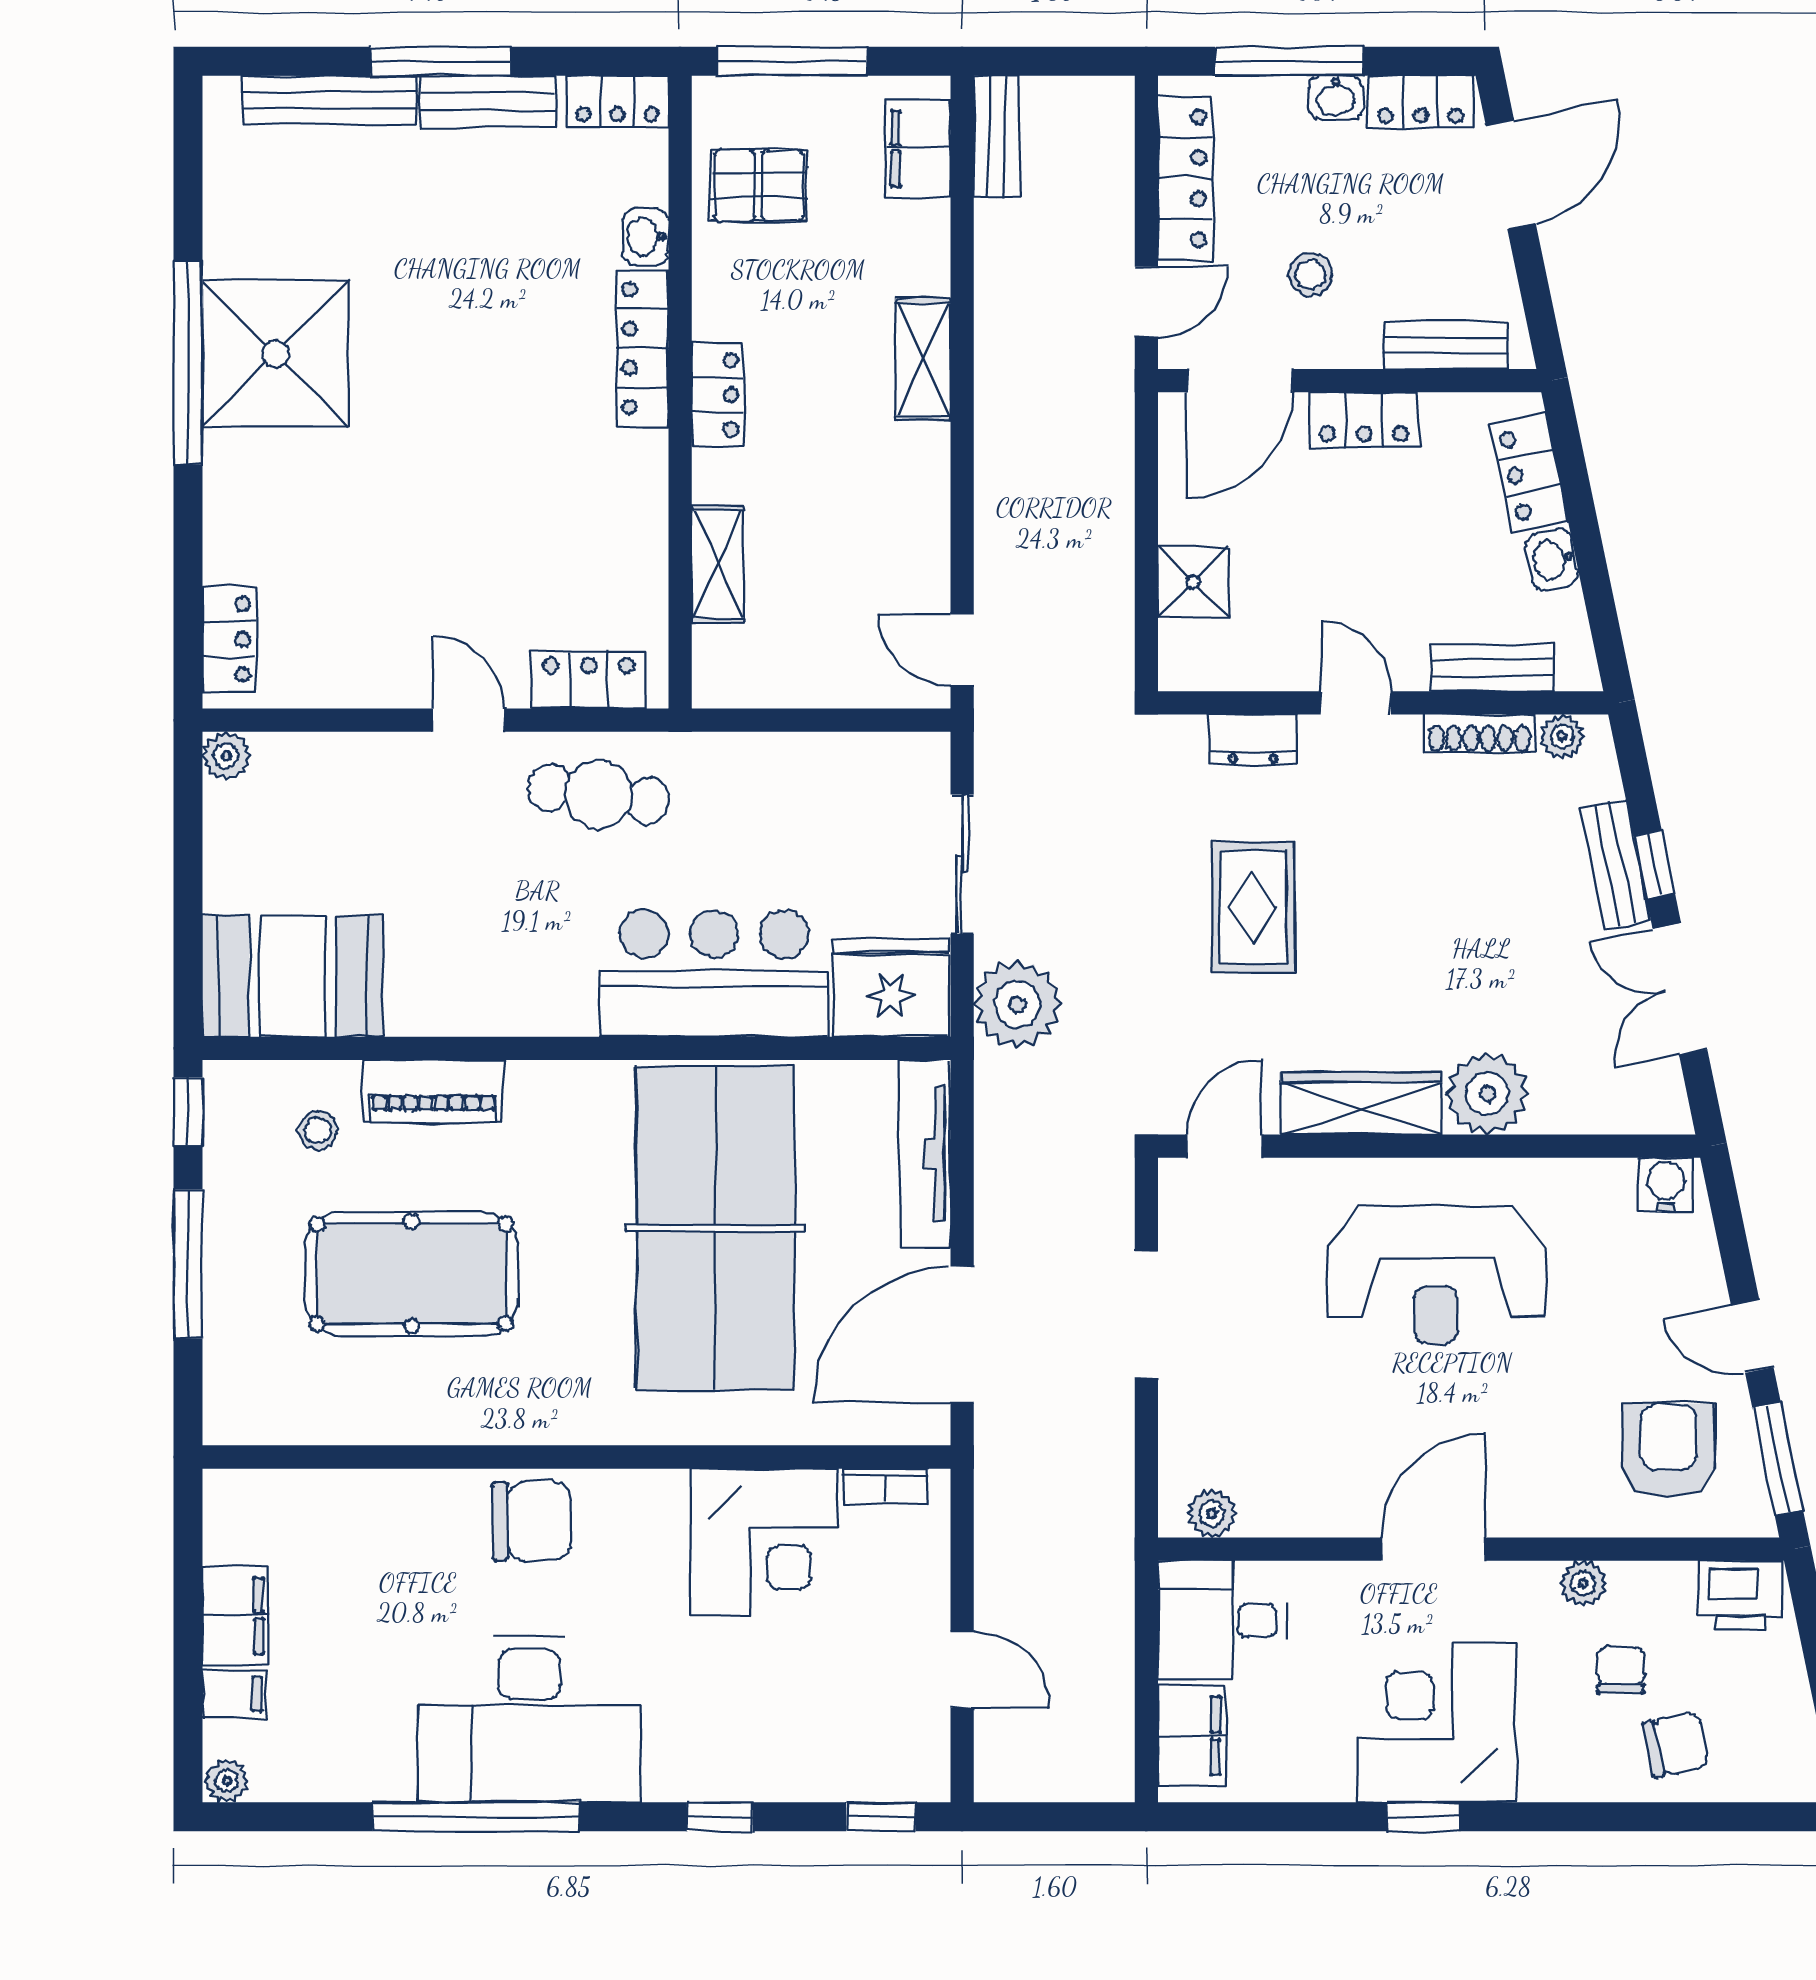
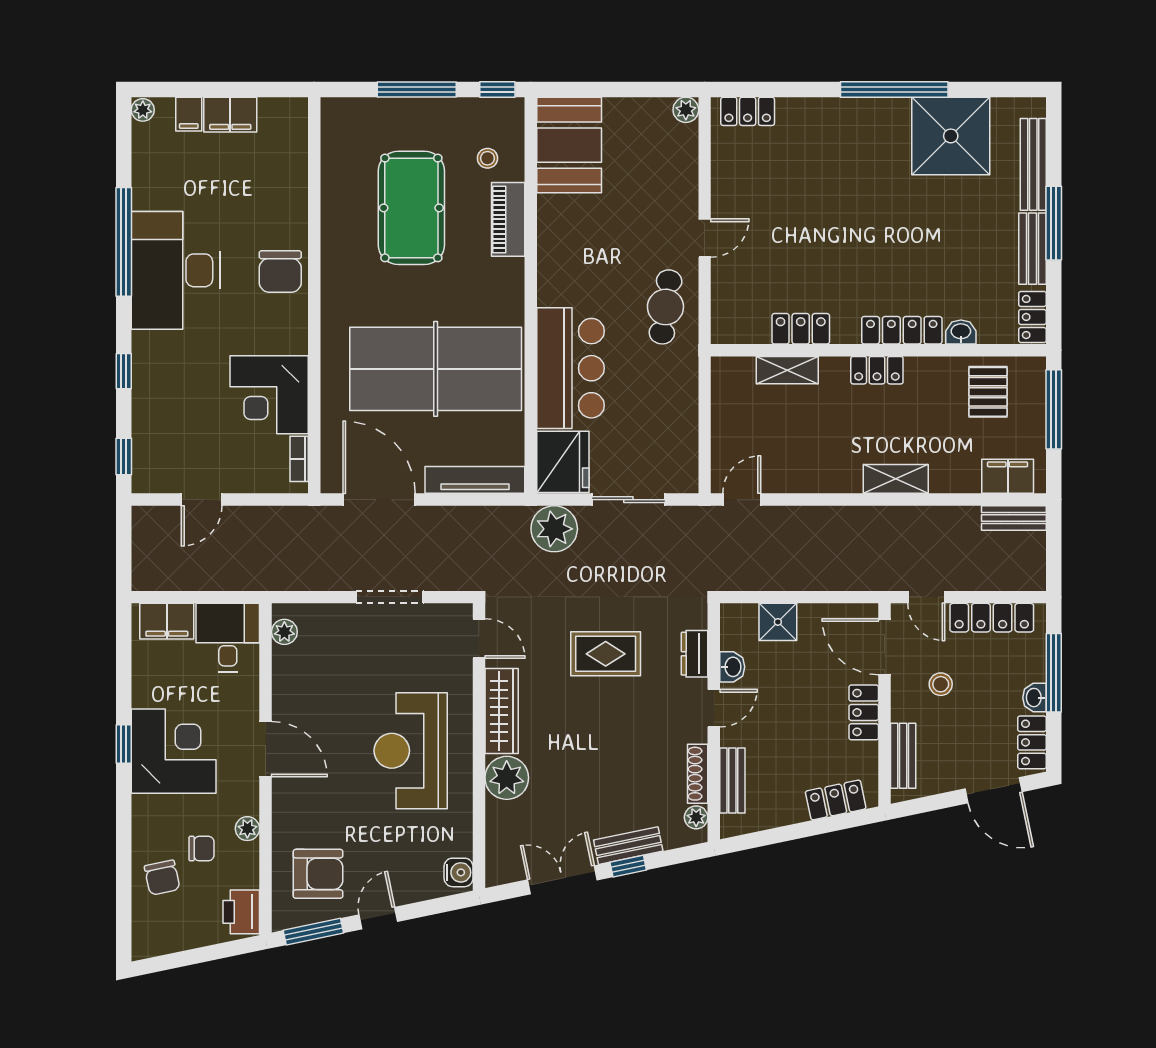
shower: (276, 354) -> (951, 136), moved
washbasin: (1552, 559) -> (732, 667), moved, turned 102
locker: (589, 680) -> (801, 329), moved, turned -90

